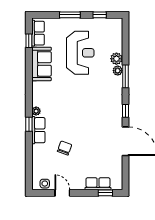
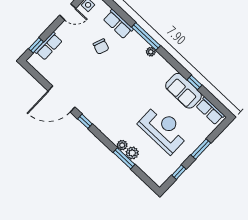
window: (29, 41) -> (194, 82), moved
reception desk: (80, 53) -> (164, 129), turned 180
window: (125, 76) -> (124, 158), moved
window: (29, 124) -> (146, 36), width x2.17
row of seats: (38, 130) -> (118, 24), moved

